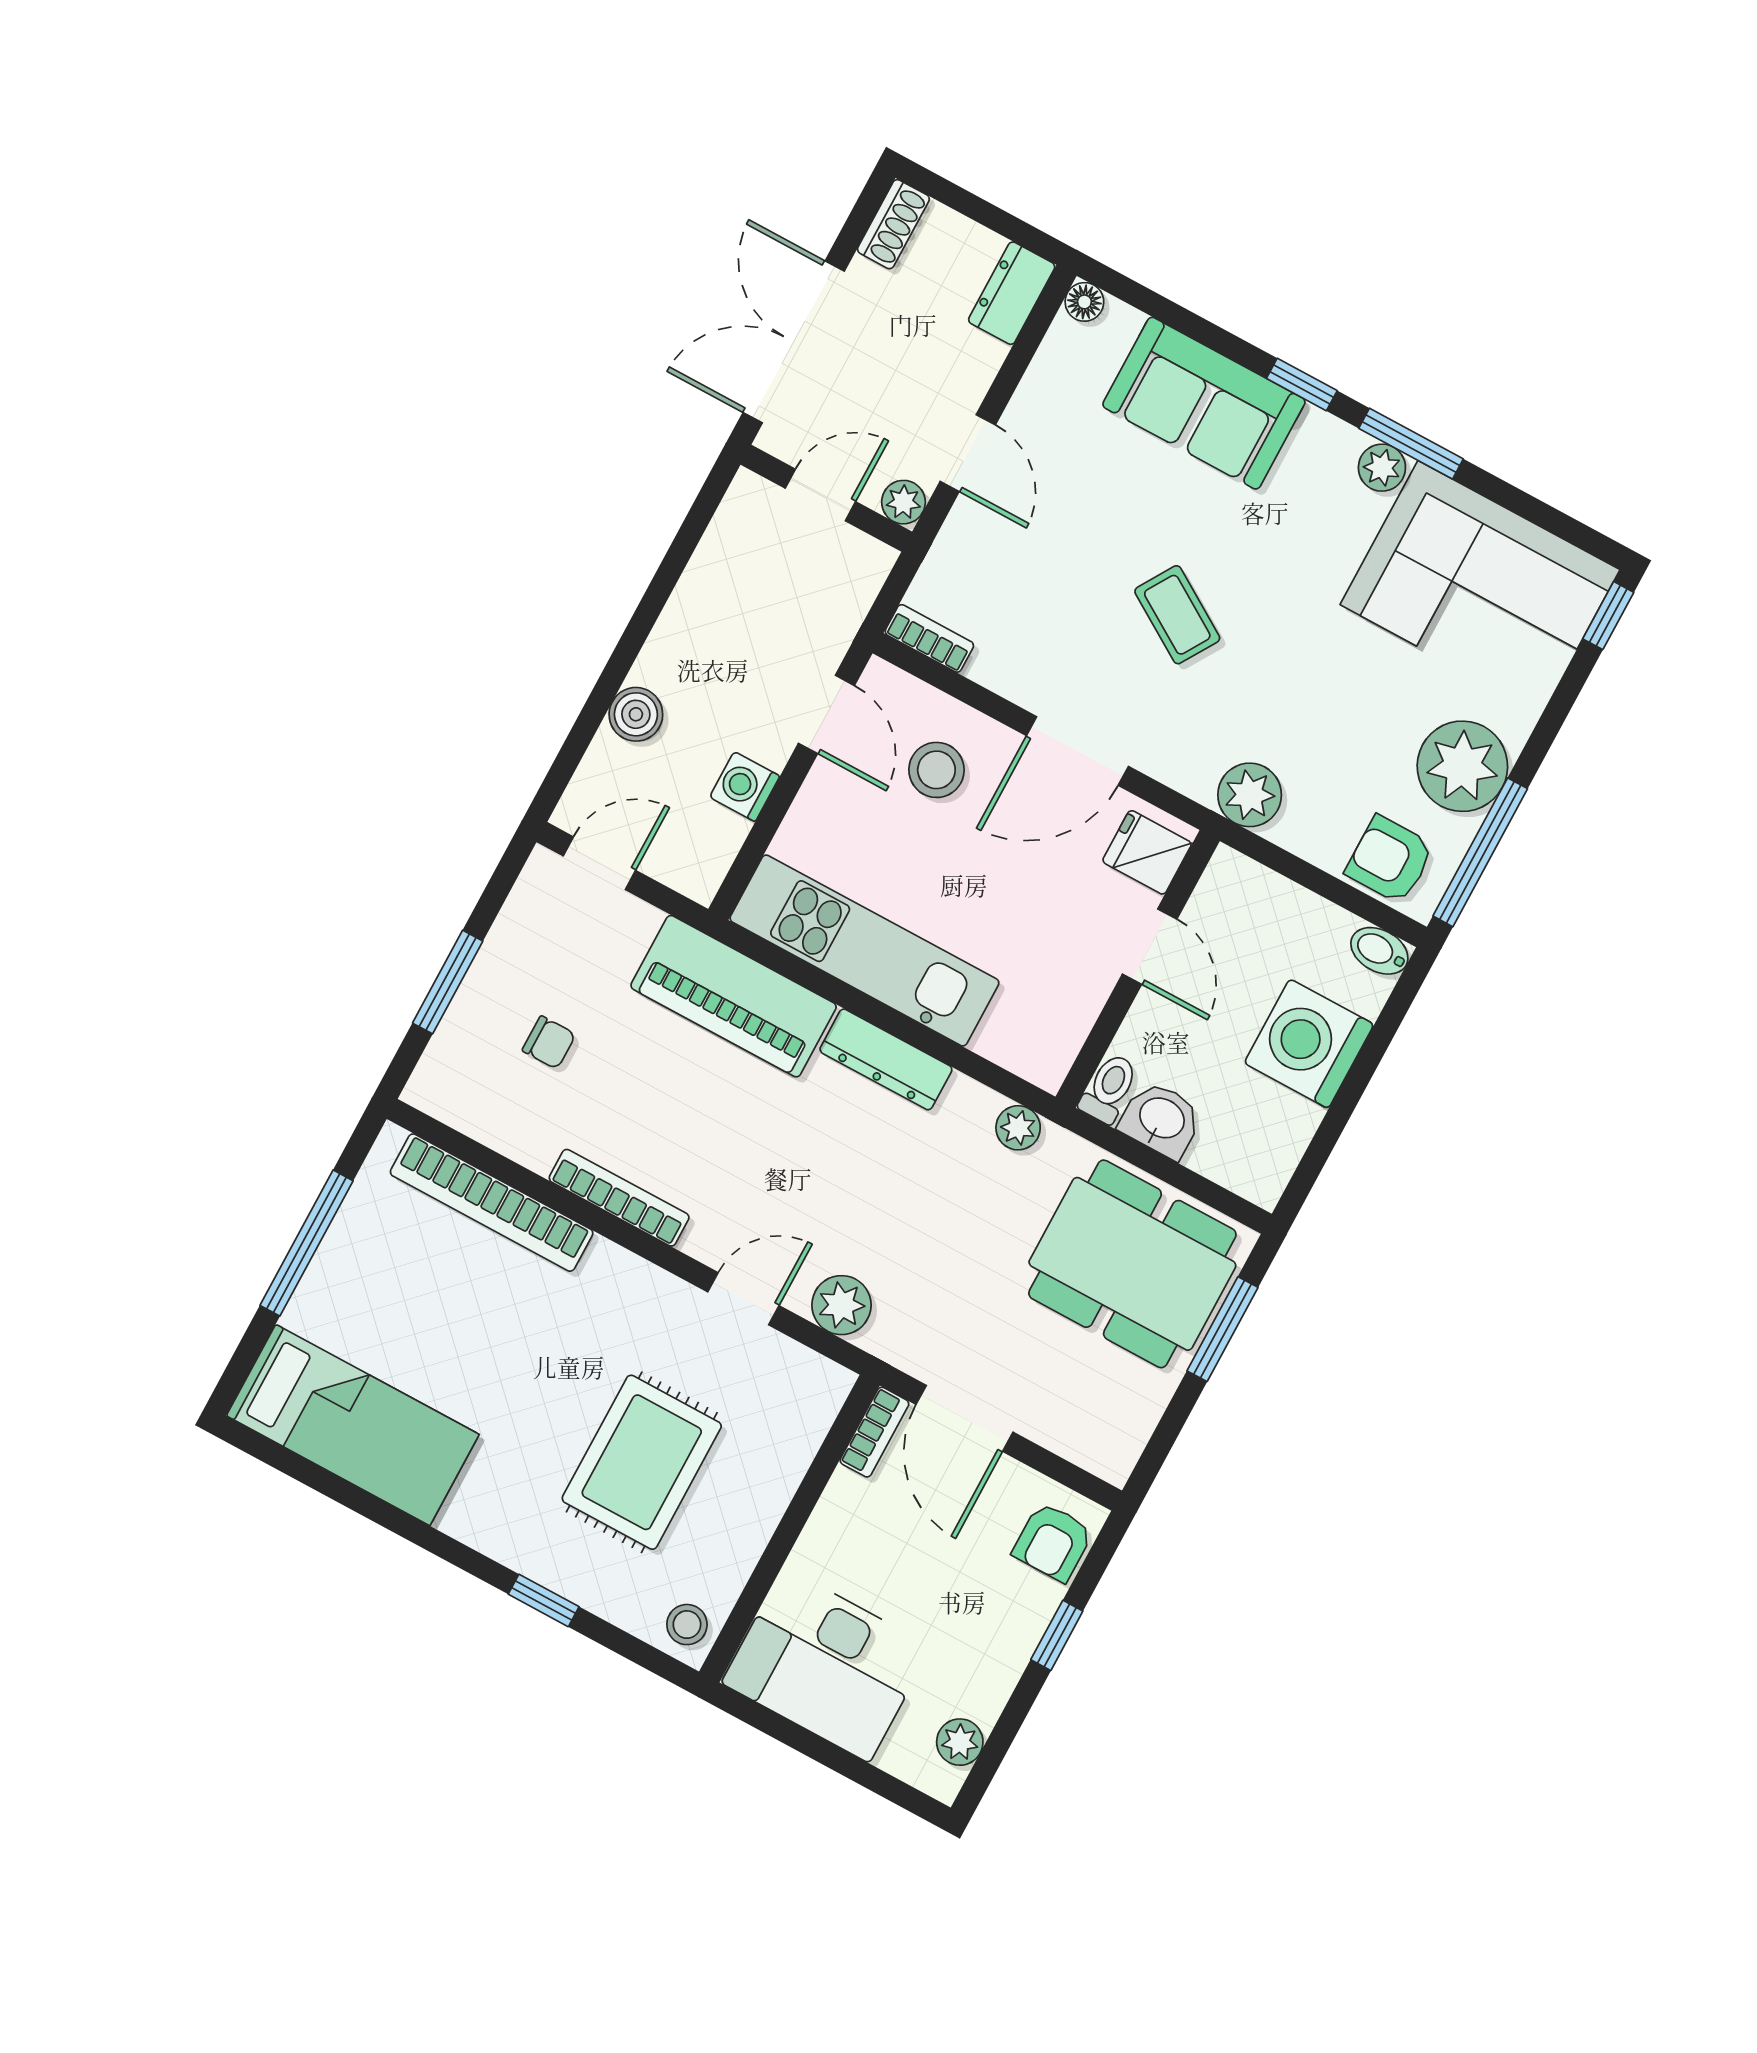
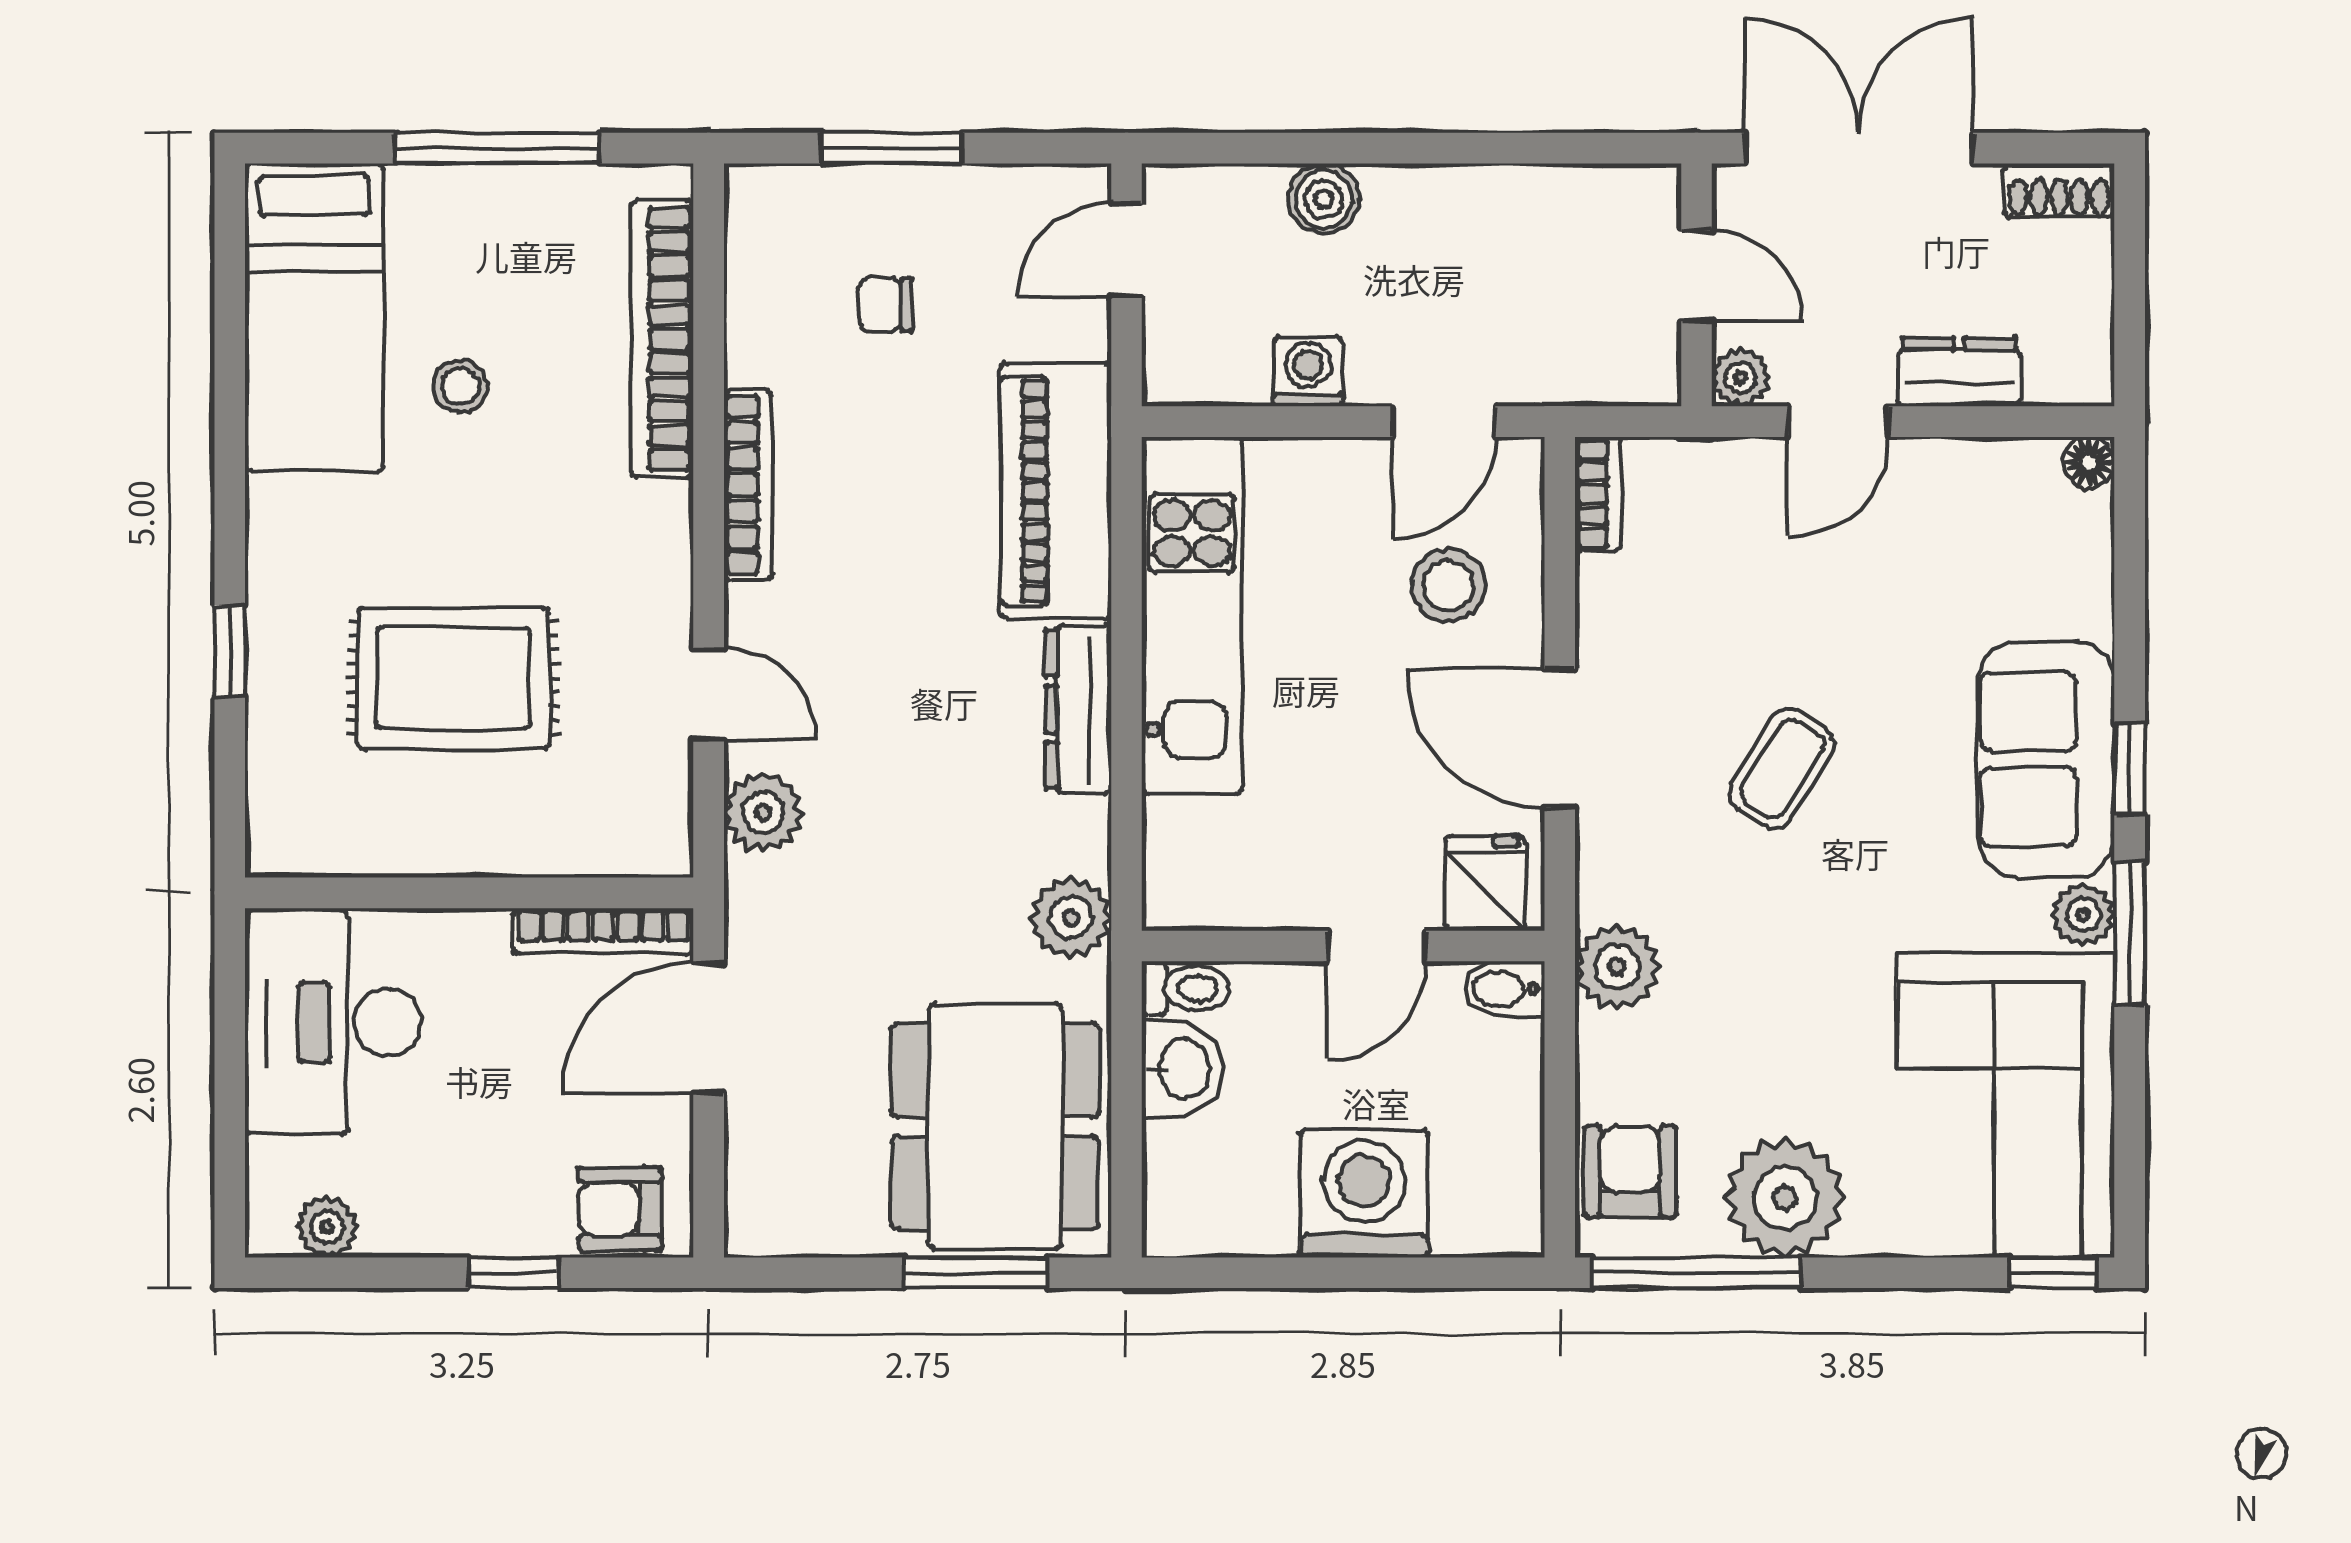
dresser: (1012, 293) -> (1959, 372), moved
sofa: (1204, 403) -> (2046, 759), moved
door: (599, 863) -> (1127, 250), swing flipped
bidet: (1379, 951) -> (1504, 989), moved, turned -90
chair: (549, 1042) -> (885, 305), turned 90
plant: (1018, 1128) -> (1071, 918), width x1.38, depth x1.38
bookcase: (874, 1432) -> (603, 931), width x1.56
stool: (687, 1625) -> (460, 386), moved

